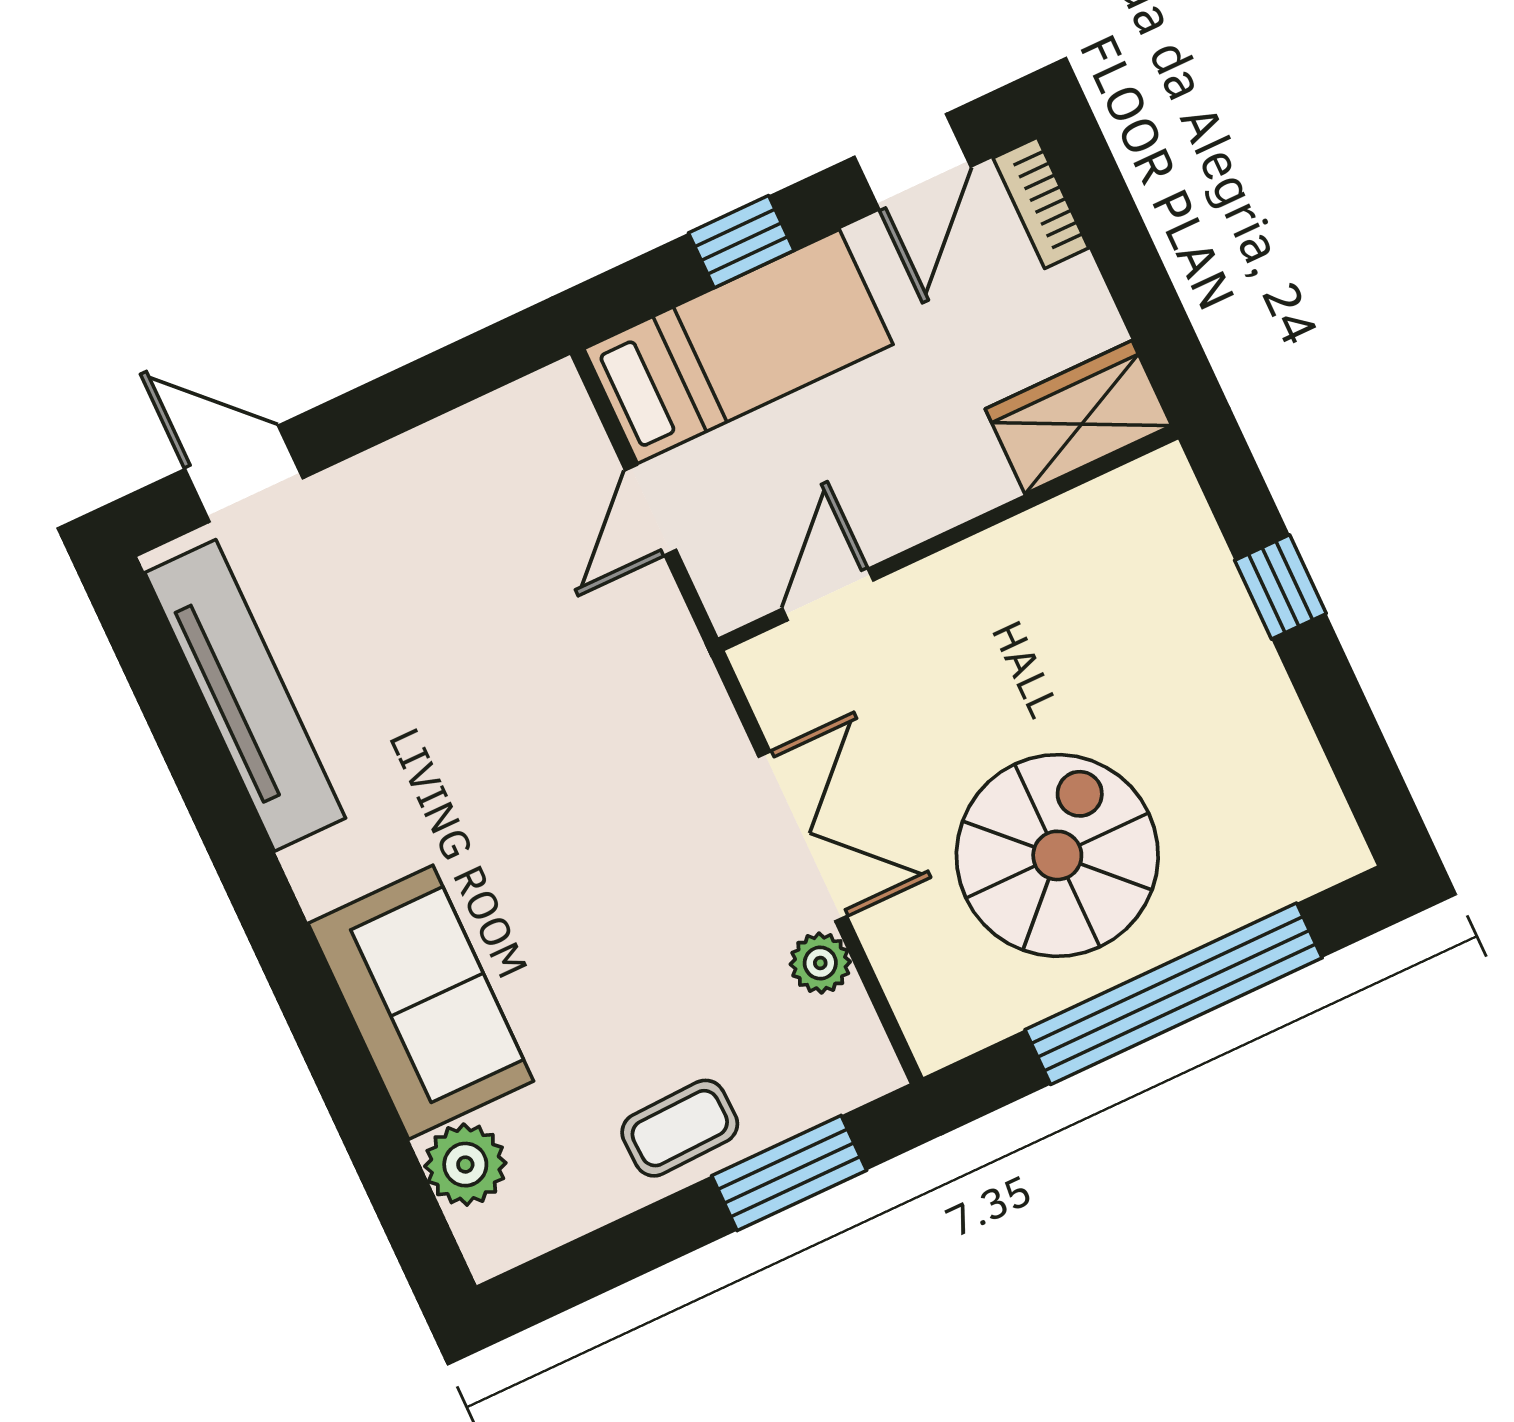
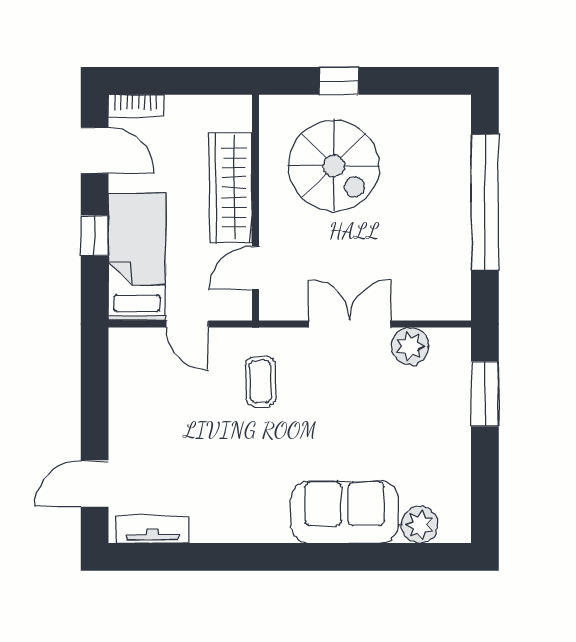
wardrobe: (1078, 417) -> (231, 188), moved, width x1.50
door: (828, 594) -> (256, 268), hinge flipped
tv unit: (245, 695) -> (152, 529), width x0.52, depth x0.78
spiral stairs: (1057, 855) -> (334, 166), moved, turned 180
plant: (820, 963) -> (410, 346), width x1.38, depth x1.38
coffee table: (680, 1128) -> (260, 382), moved

